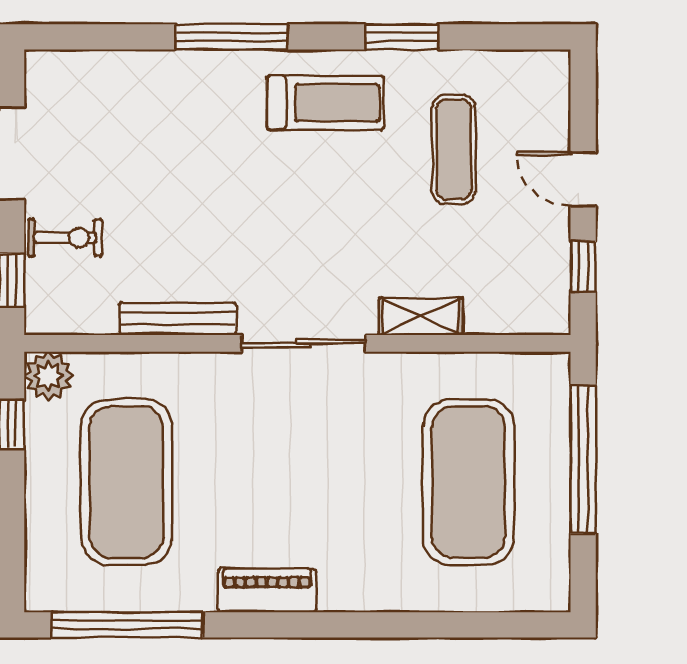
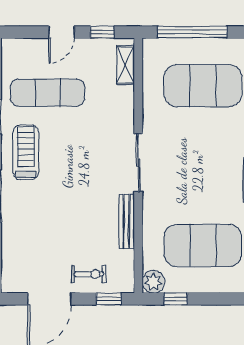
exercise mat: (454, 149) -> (48, 93), width x1.36, depth x1.45
exercise bike: (65, 238) -> (89, 274), turned 90
shelving: (421, 316) -> (126, 65), moved

